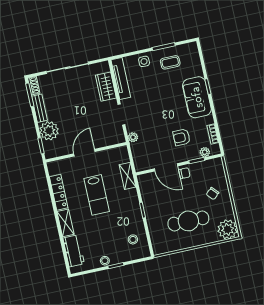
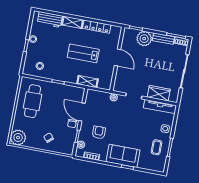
door: (166, 167) -> (82, 112), hinge flipped
cafe table: (188, 221) -> (33, 101), moved

